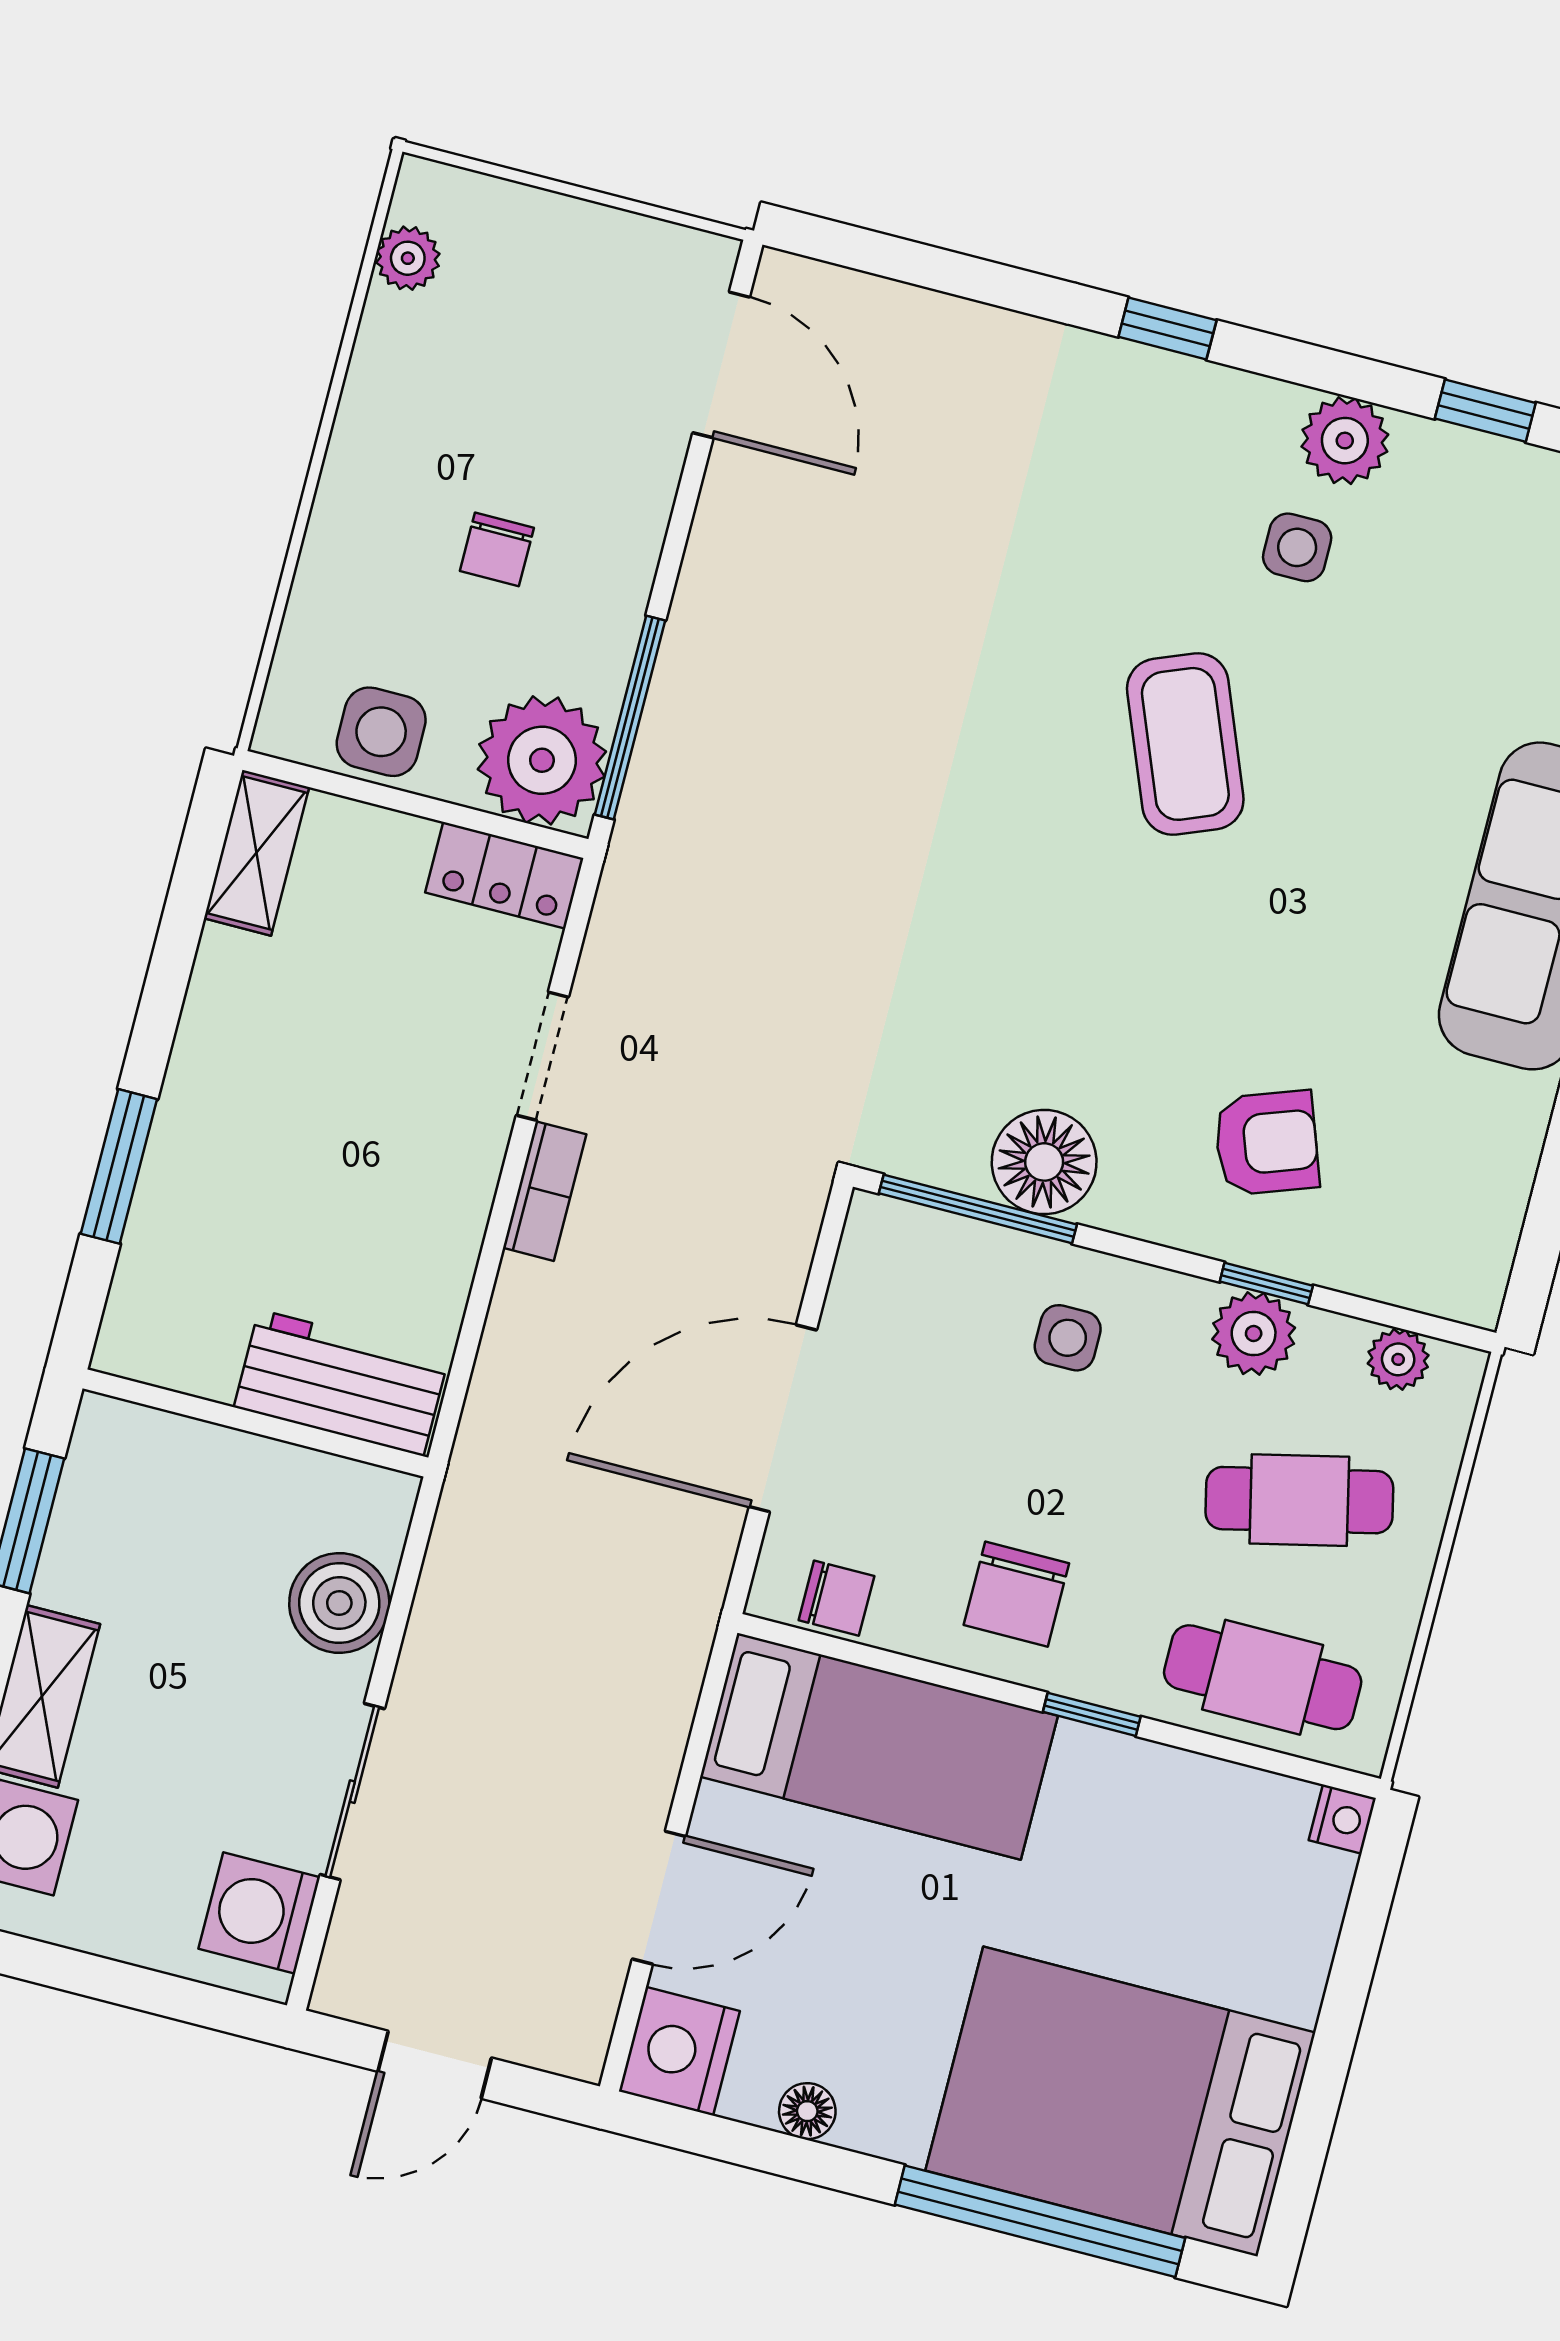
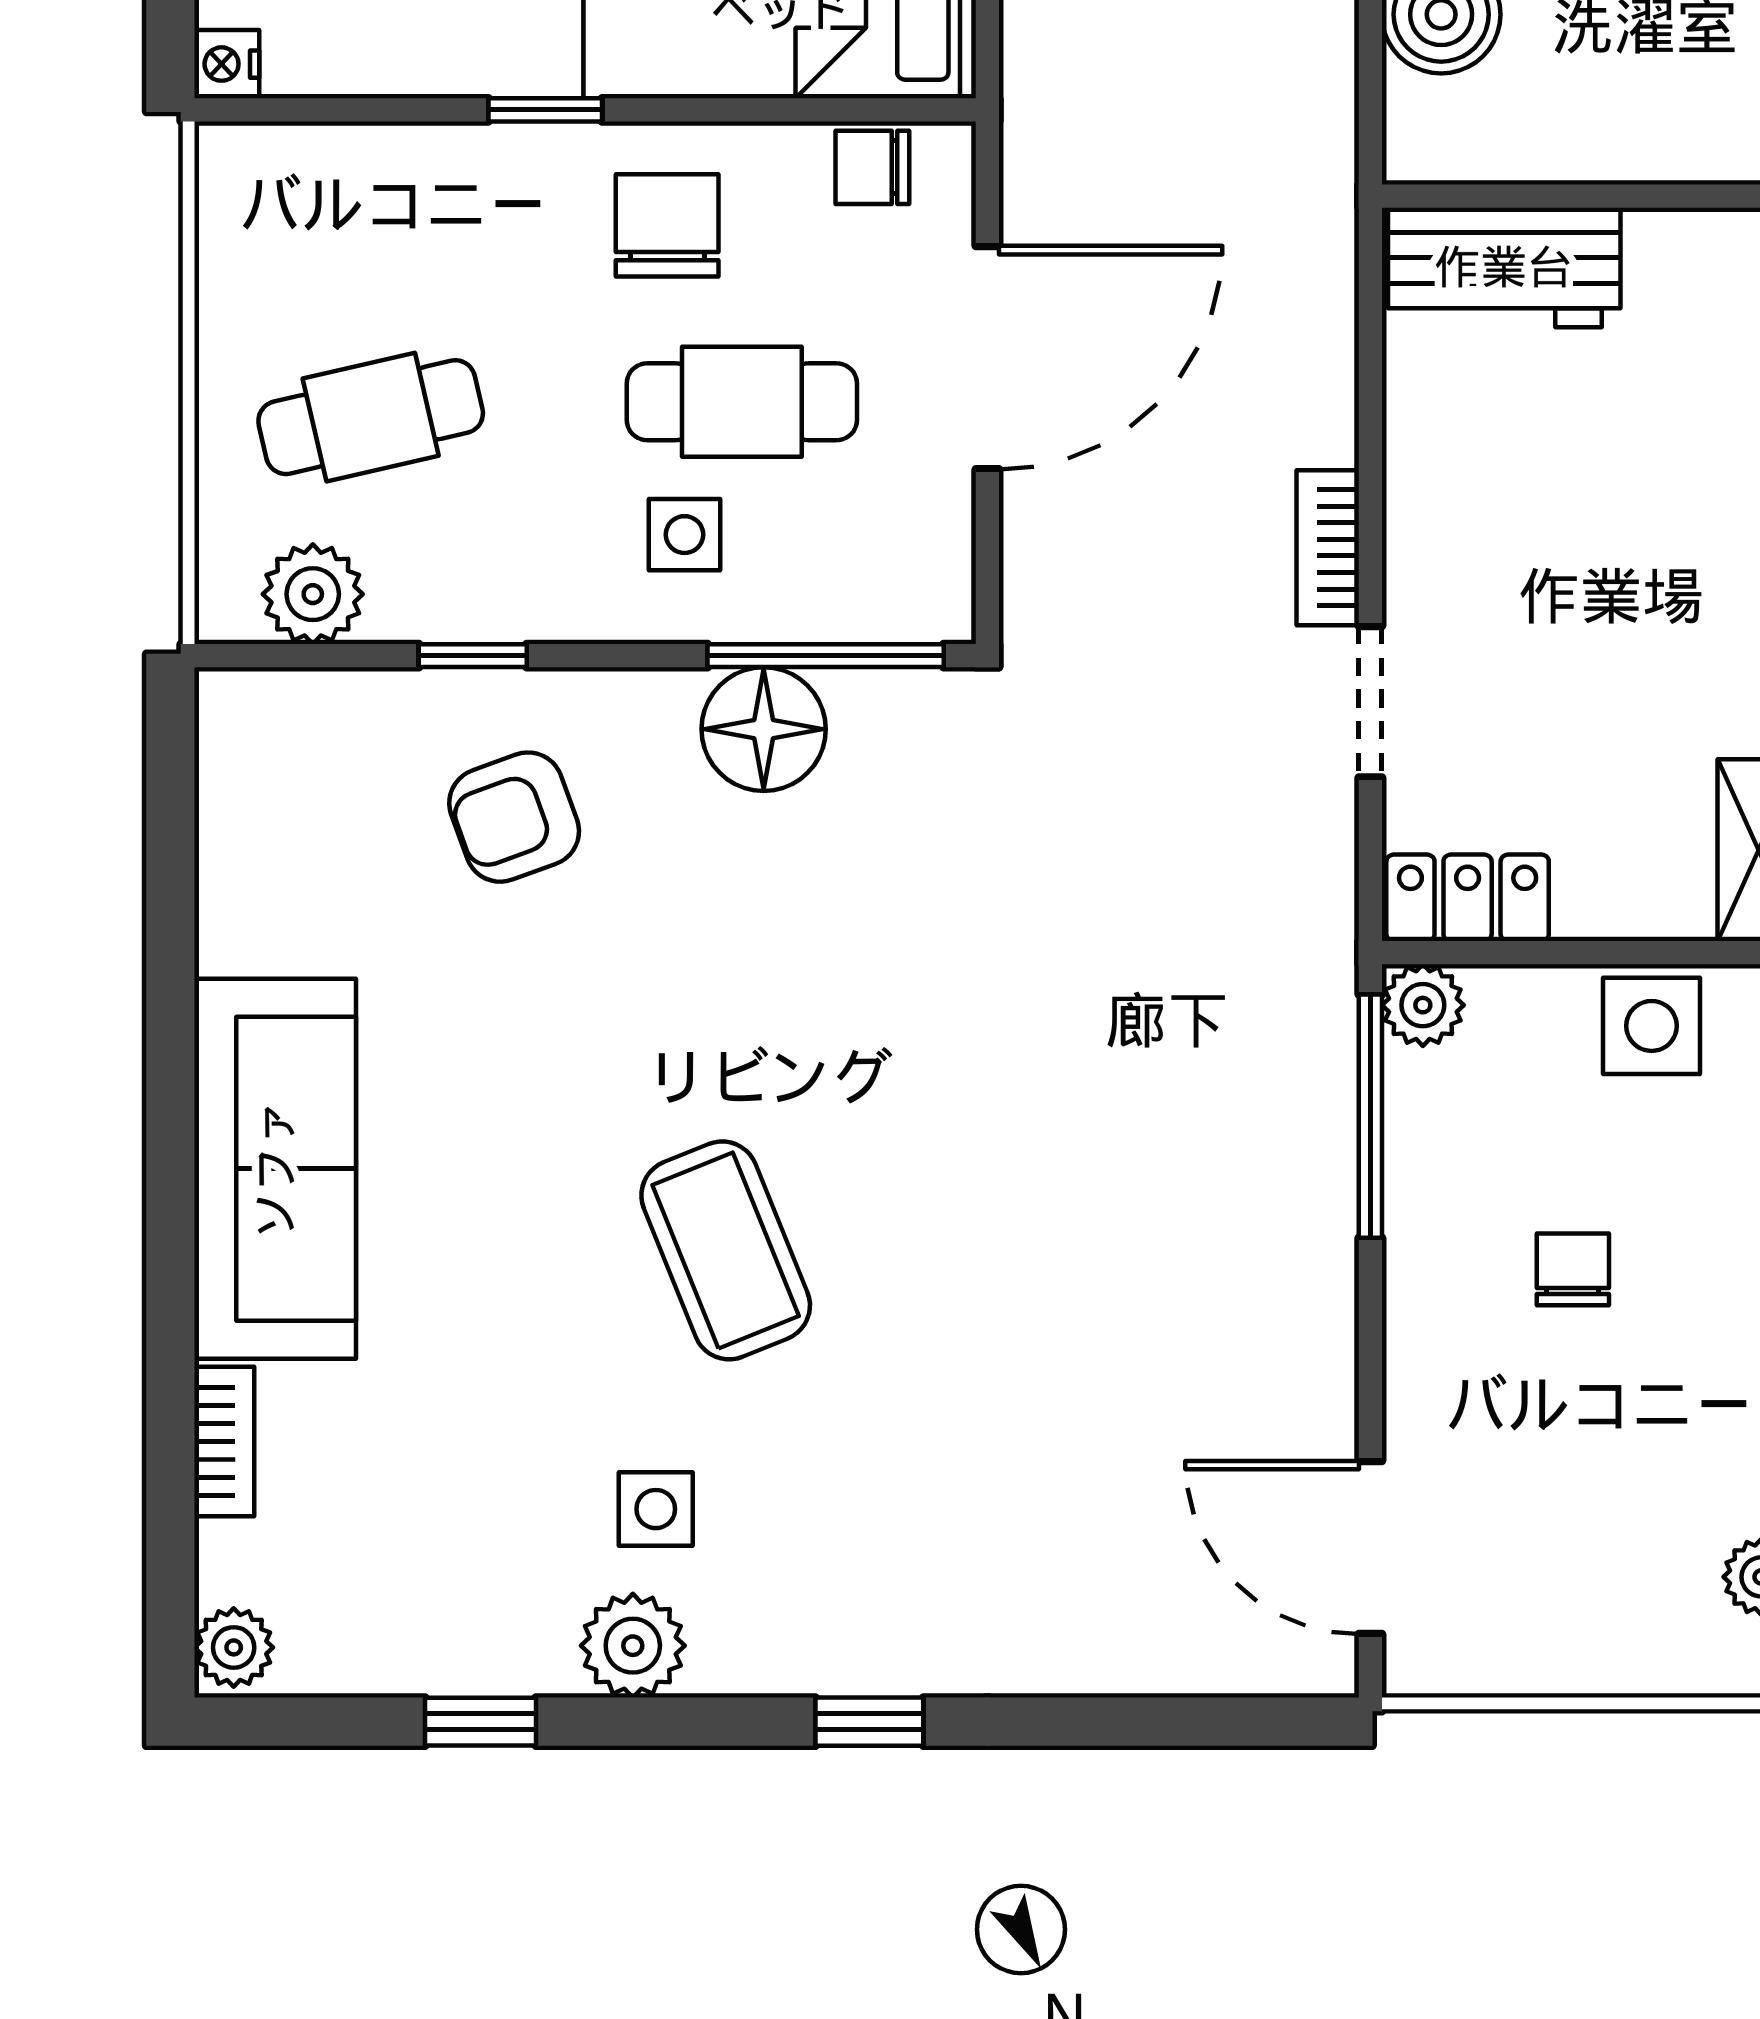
plant: (542, 760) -> (1423, 1005), width x0.53, depth x0.53
plant: (1254, 1333) -> (473, 595), removed
plant: (1398, 1359) -> (313, 594), width x1.38, depth x1.38
cafe table: (1263, 1677) -> (742, 402), moved

